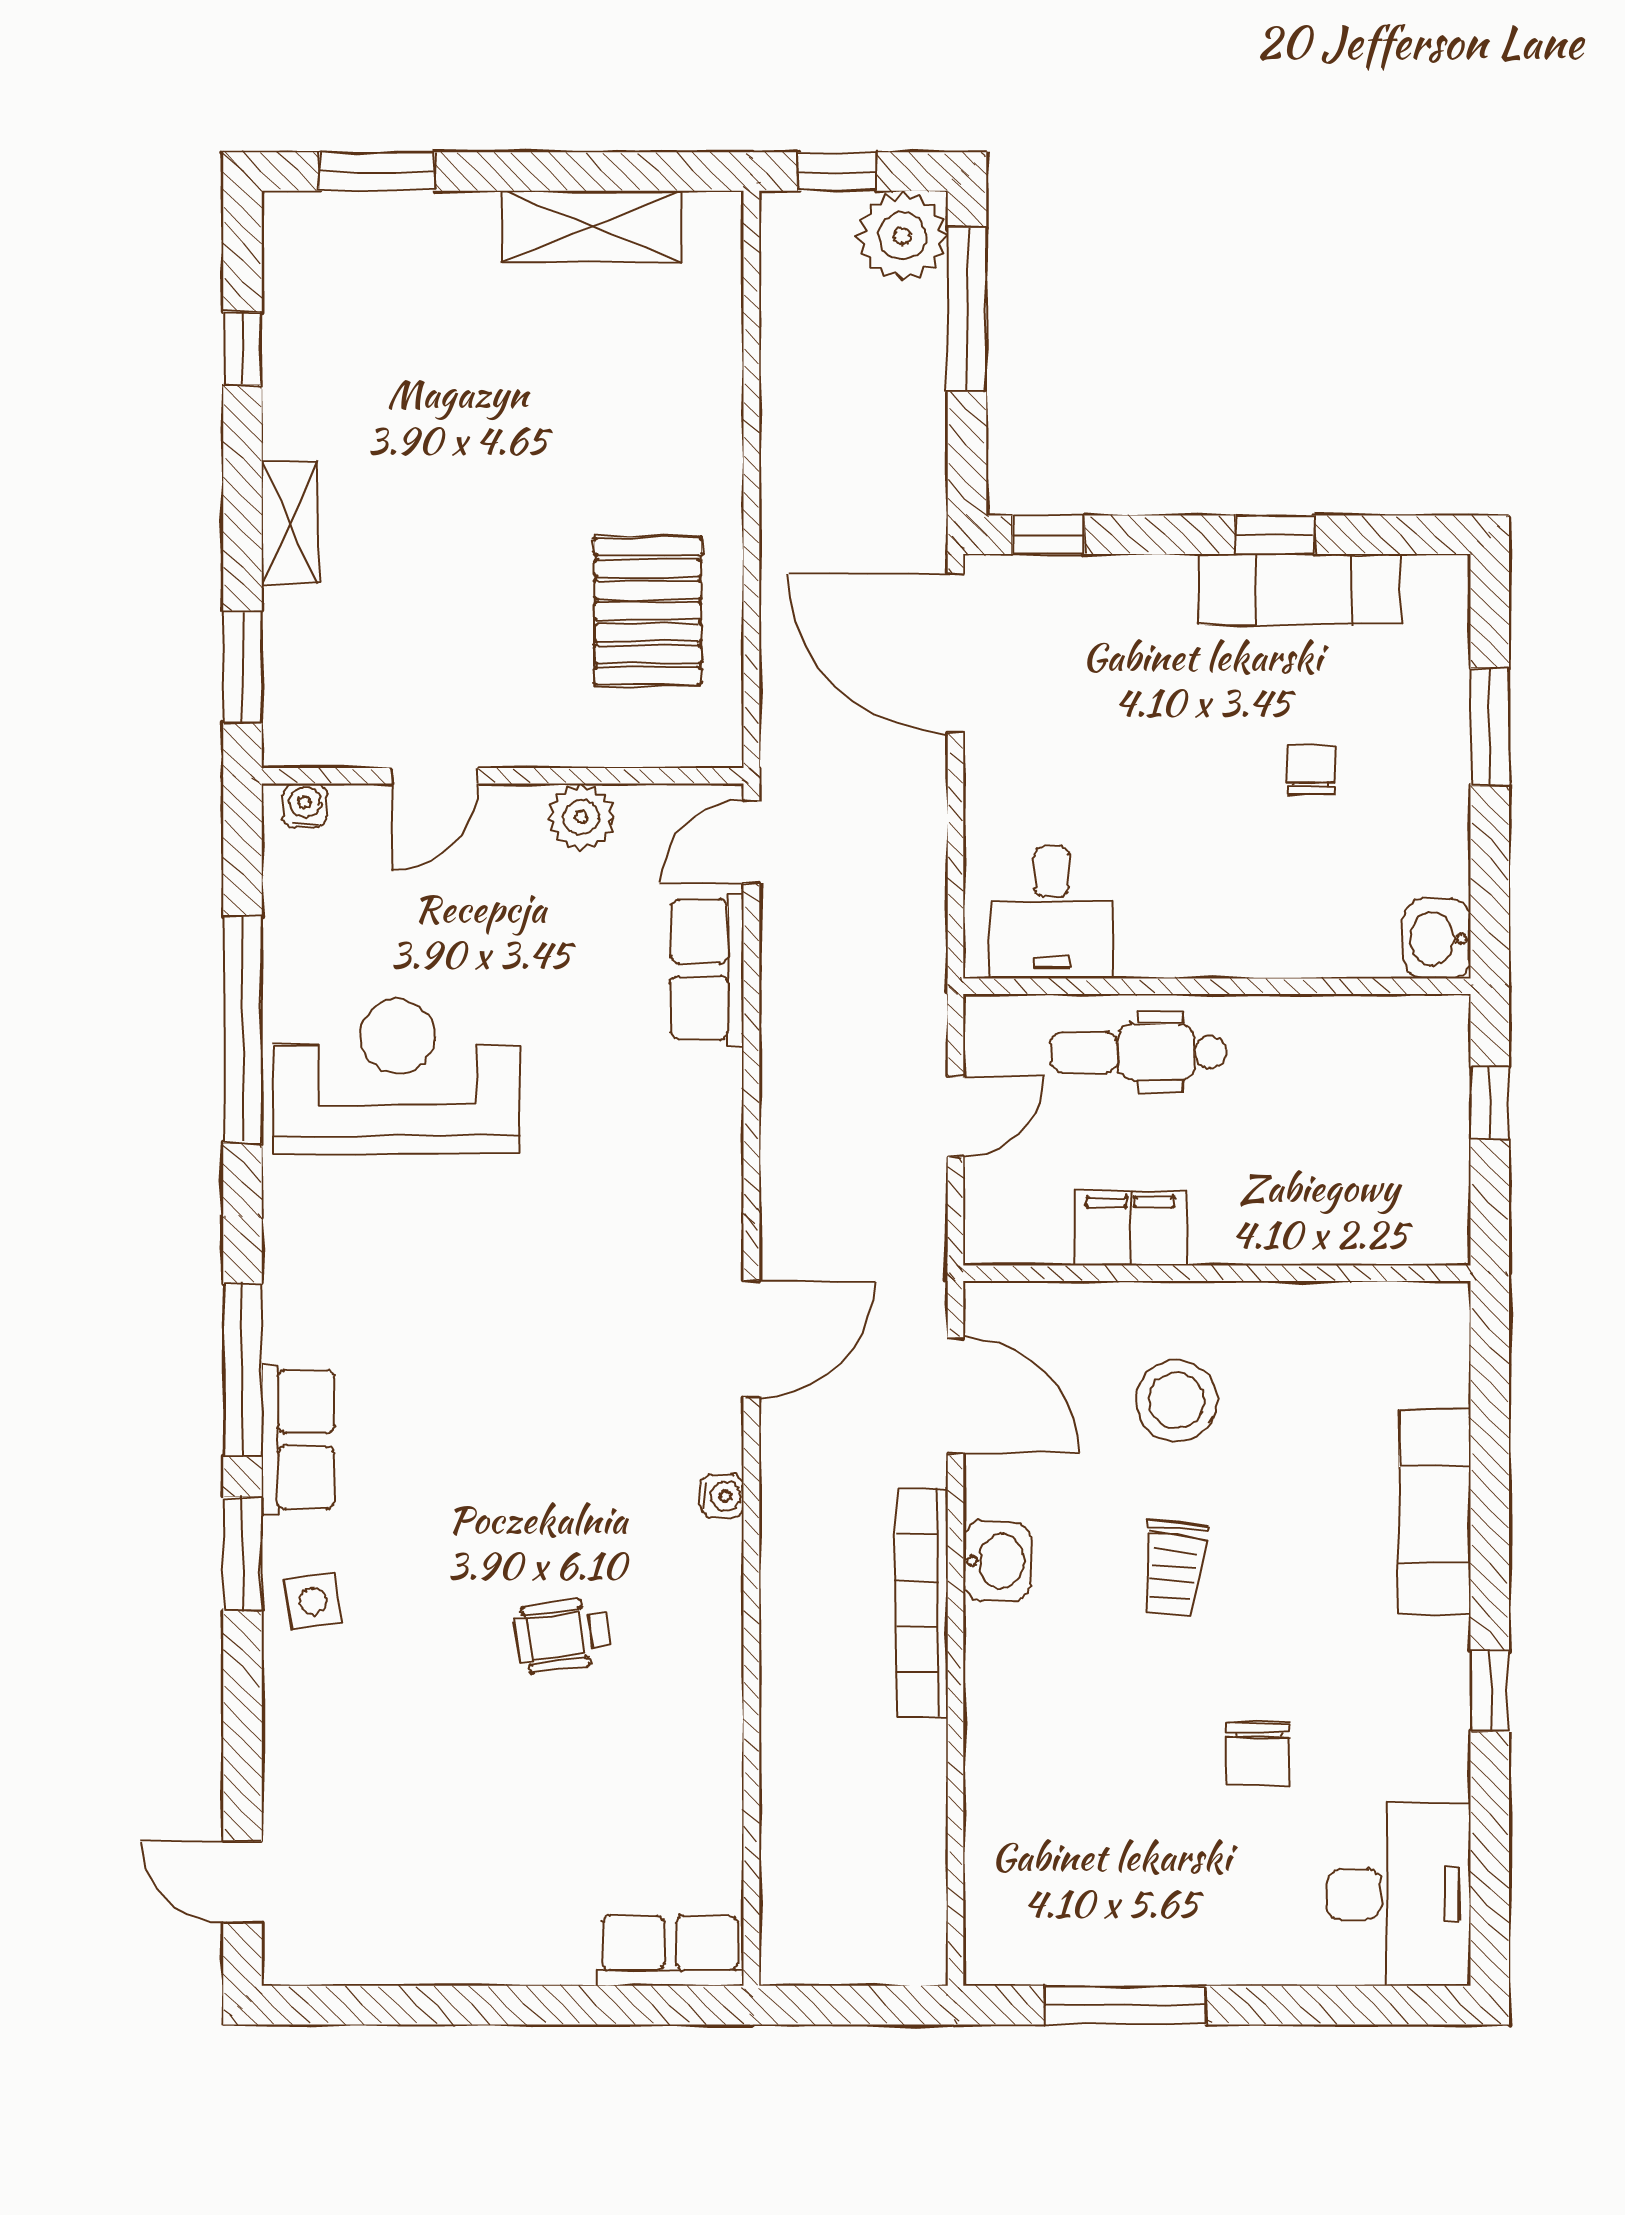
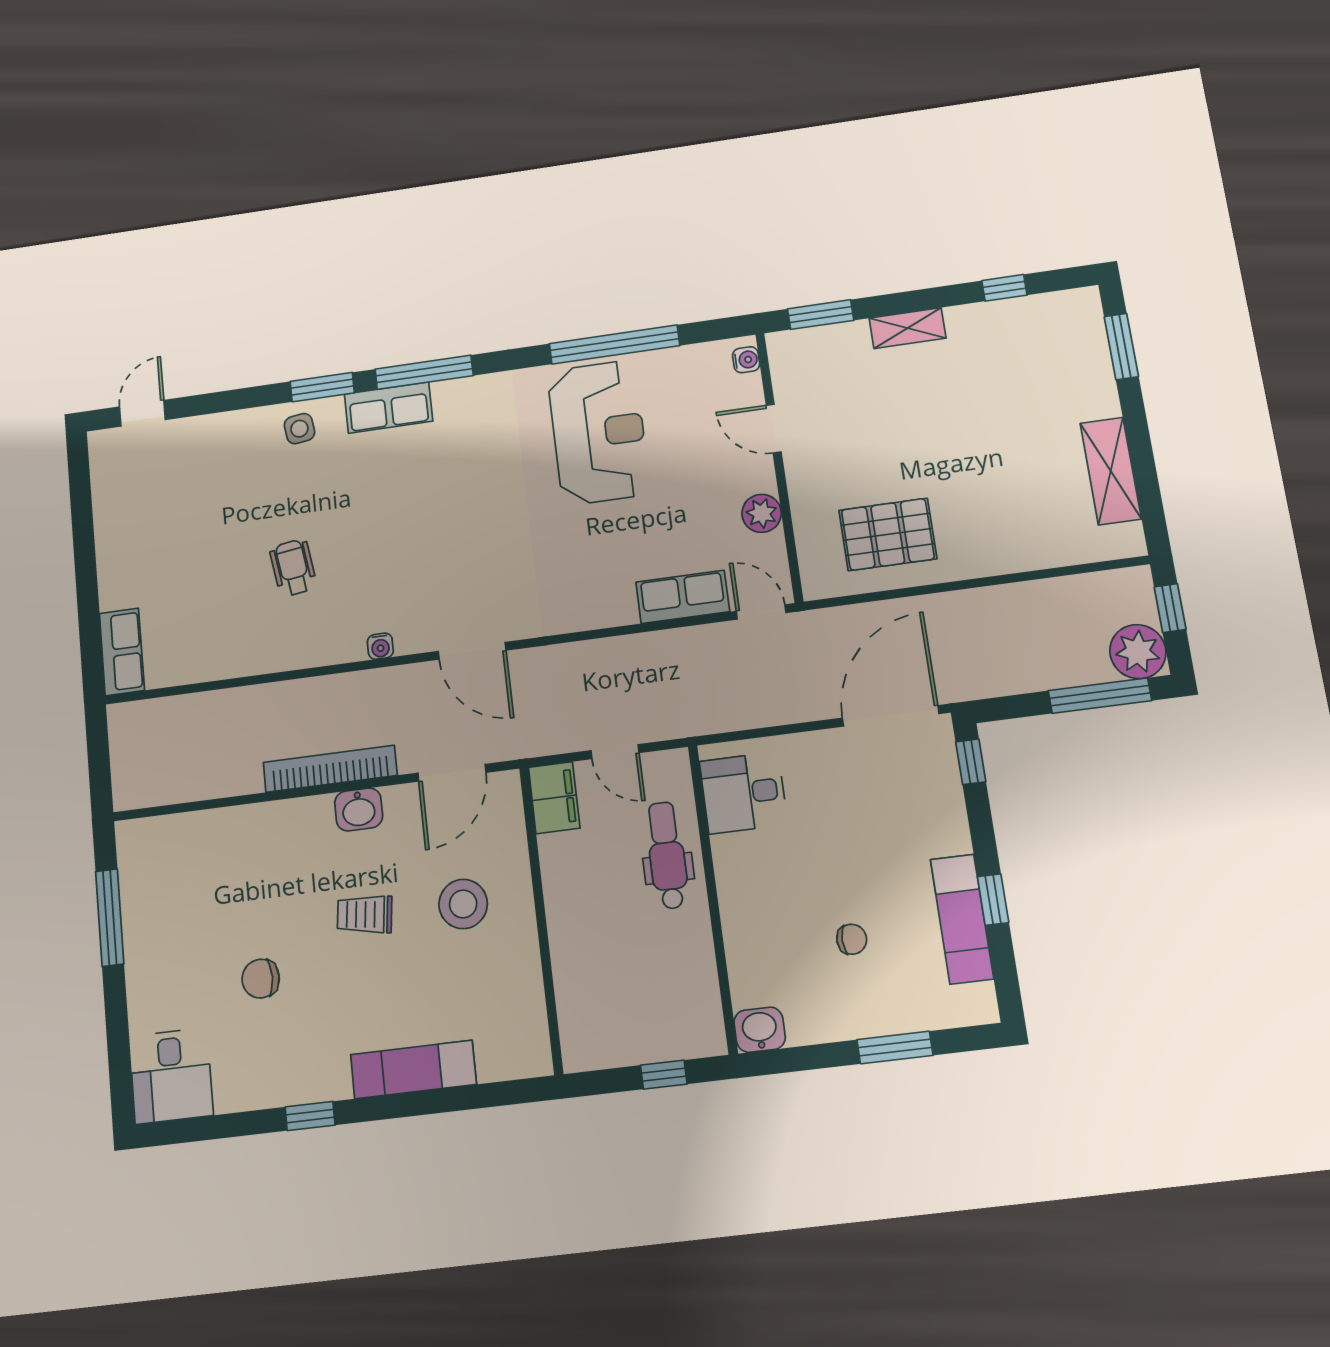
filing cabinet: (1130, 1228) -> (554, 798), moved
desk: (1399, 1894) -> (171, 1076), width x0.73

